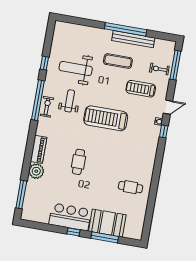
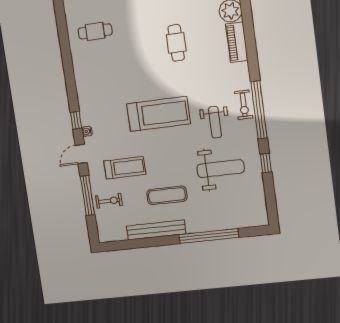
window: (126, 29) -> (209, 236), moved
window: (175, 65) -> (87, 195), moved

